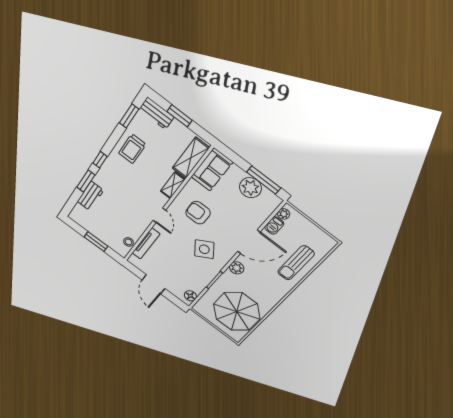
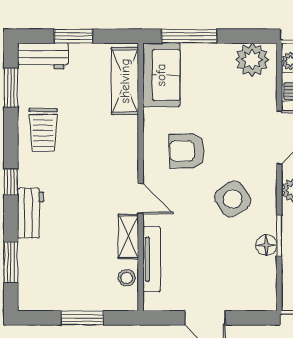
window: (264, 180) -> (189, 36), moved
window: (86, 181) -> (11, 262), moved
shelving: (173, 185) -> (128, 237), moved
plant: (250, 188) -> (252, 60), moved
workbench: (90, 196) -> (31, 213), moved
floor lamp: (190, 296) -> (266, 245), moved

